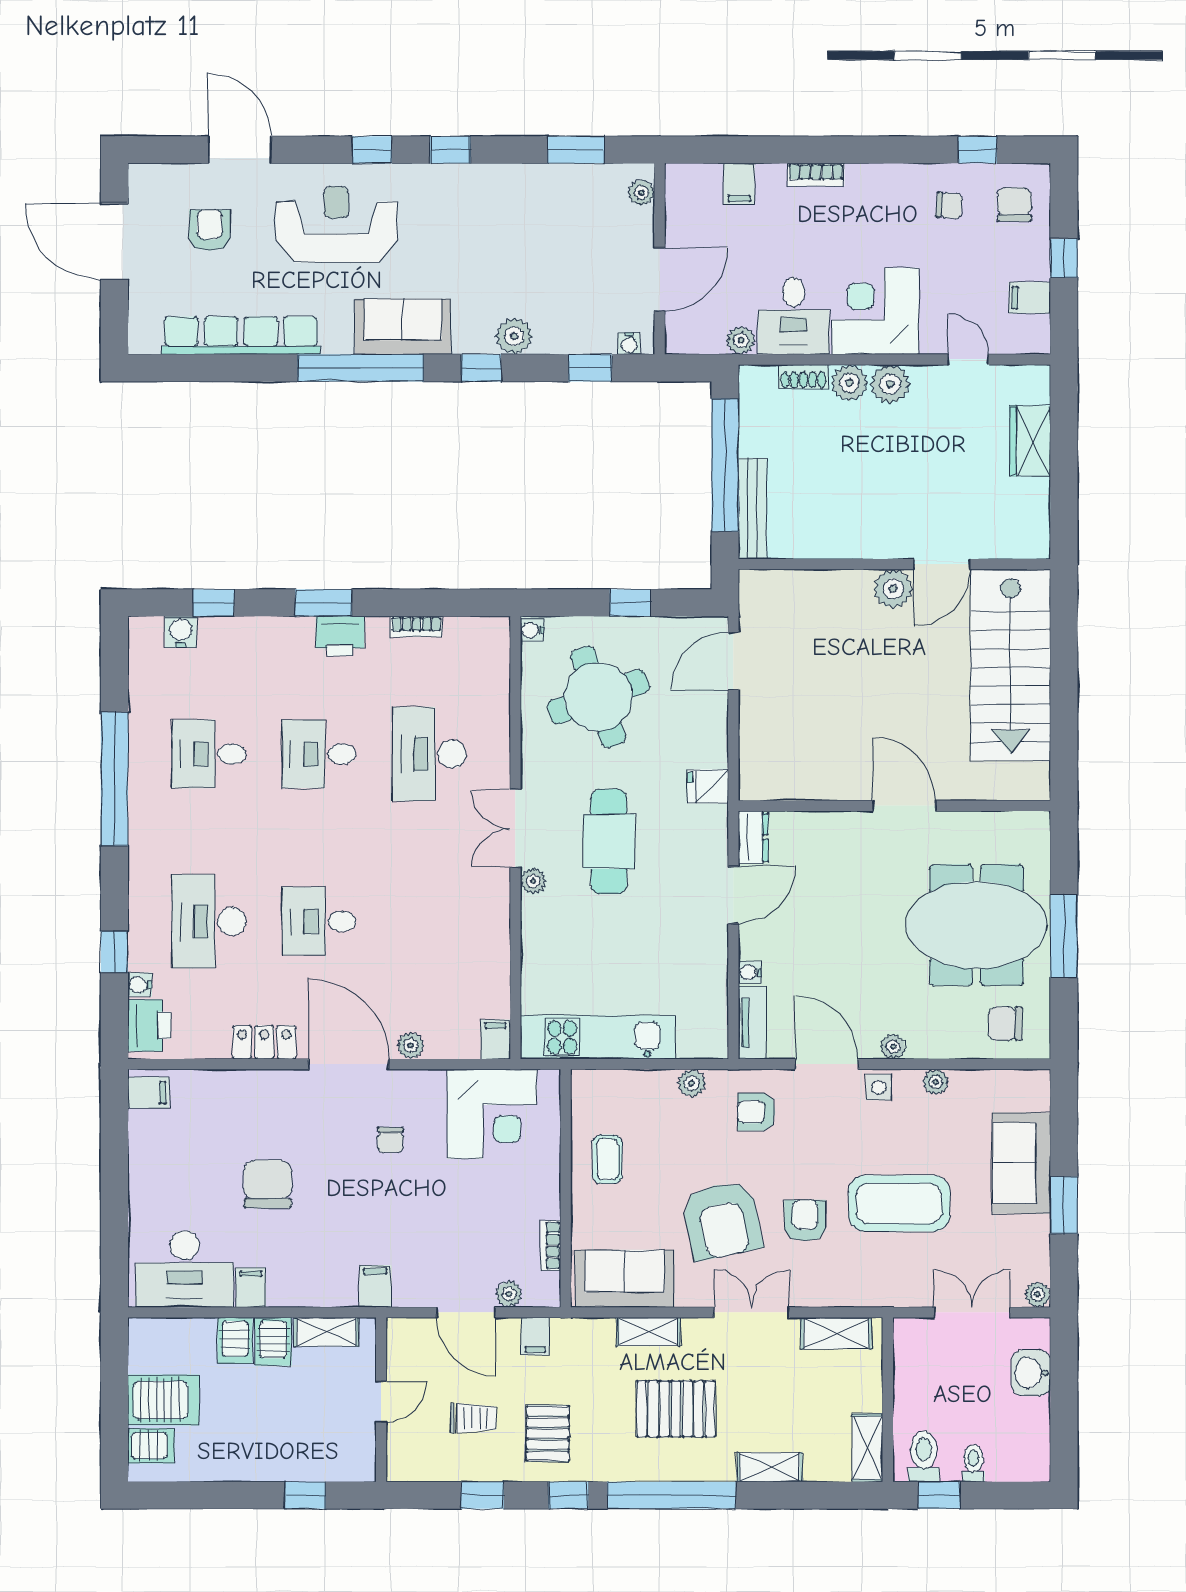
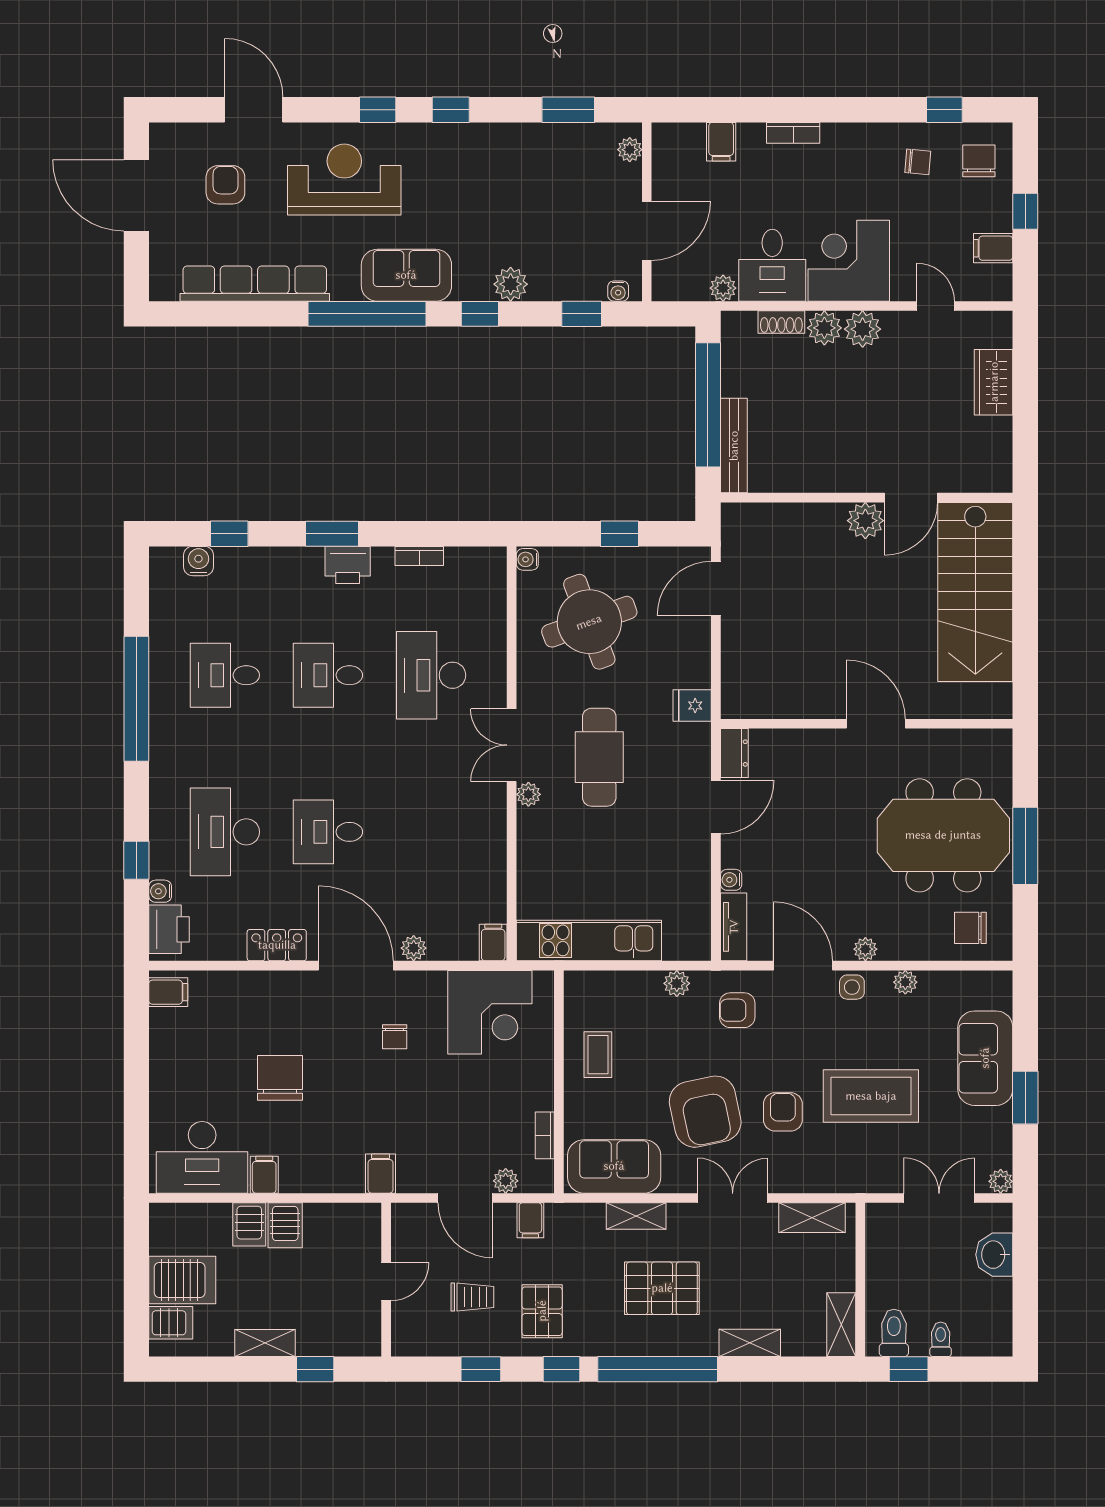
shelving: (327, 1332) -> (265, 1343), moved

